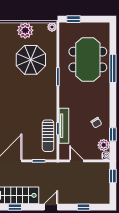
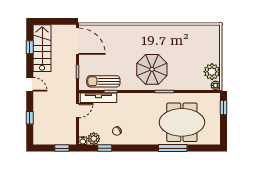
plant: (25, 30) -> (212, 72), moved
parasol: (31, 60) -> (152, 69), moved
tv unit: (64, 126) -> (98, 98), moved

